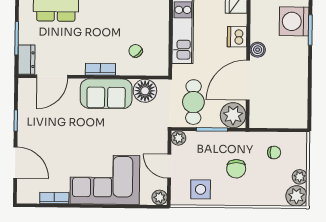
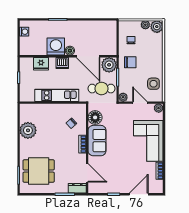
washing machine: (294, 21) -> (56, 47), moved, turned 180
door: (169, 166) -> (140, 103), swing flipped
chair: (236, 169) -> (130, 62), moved

